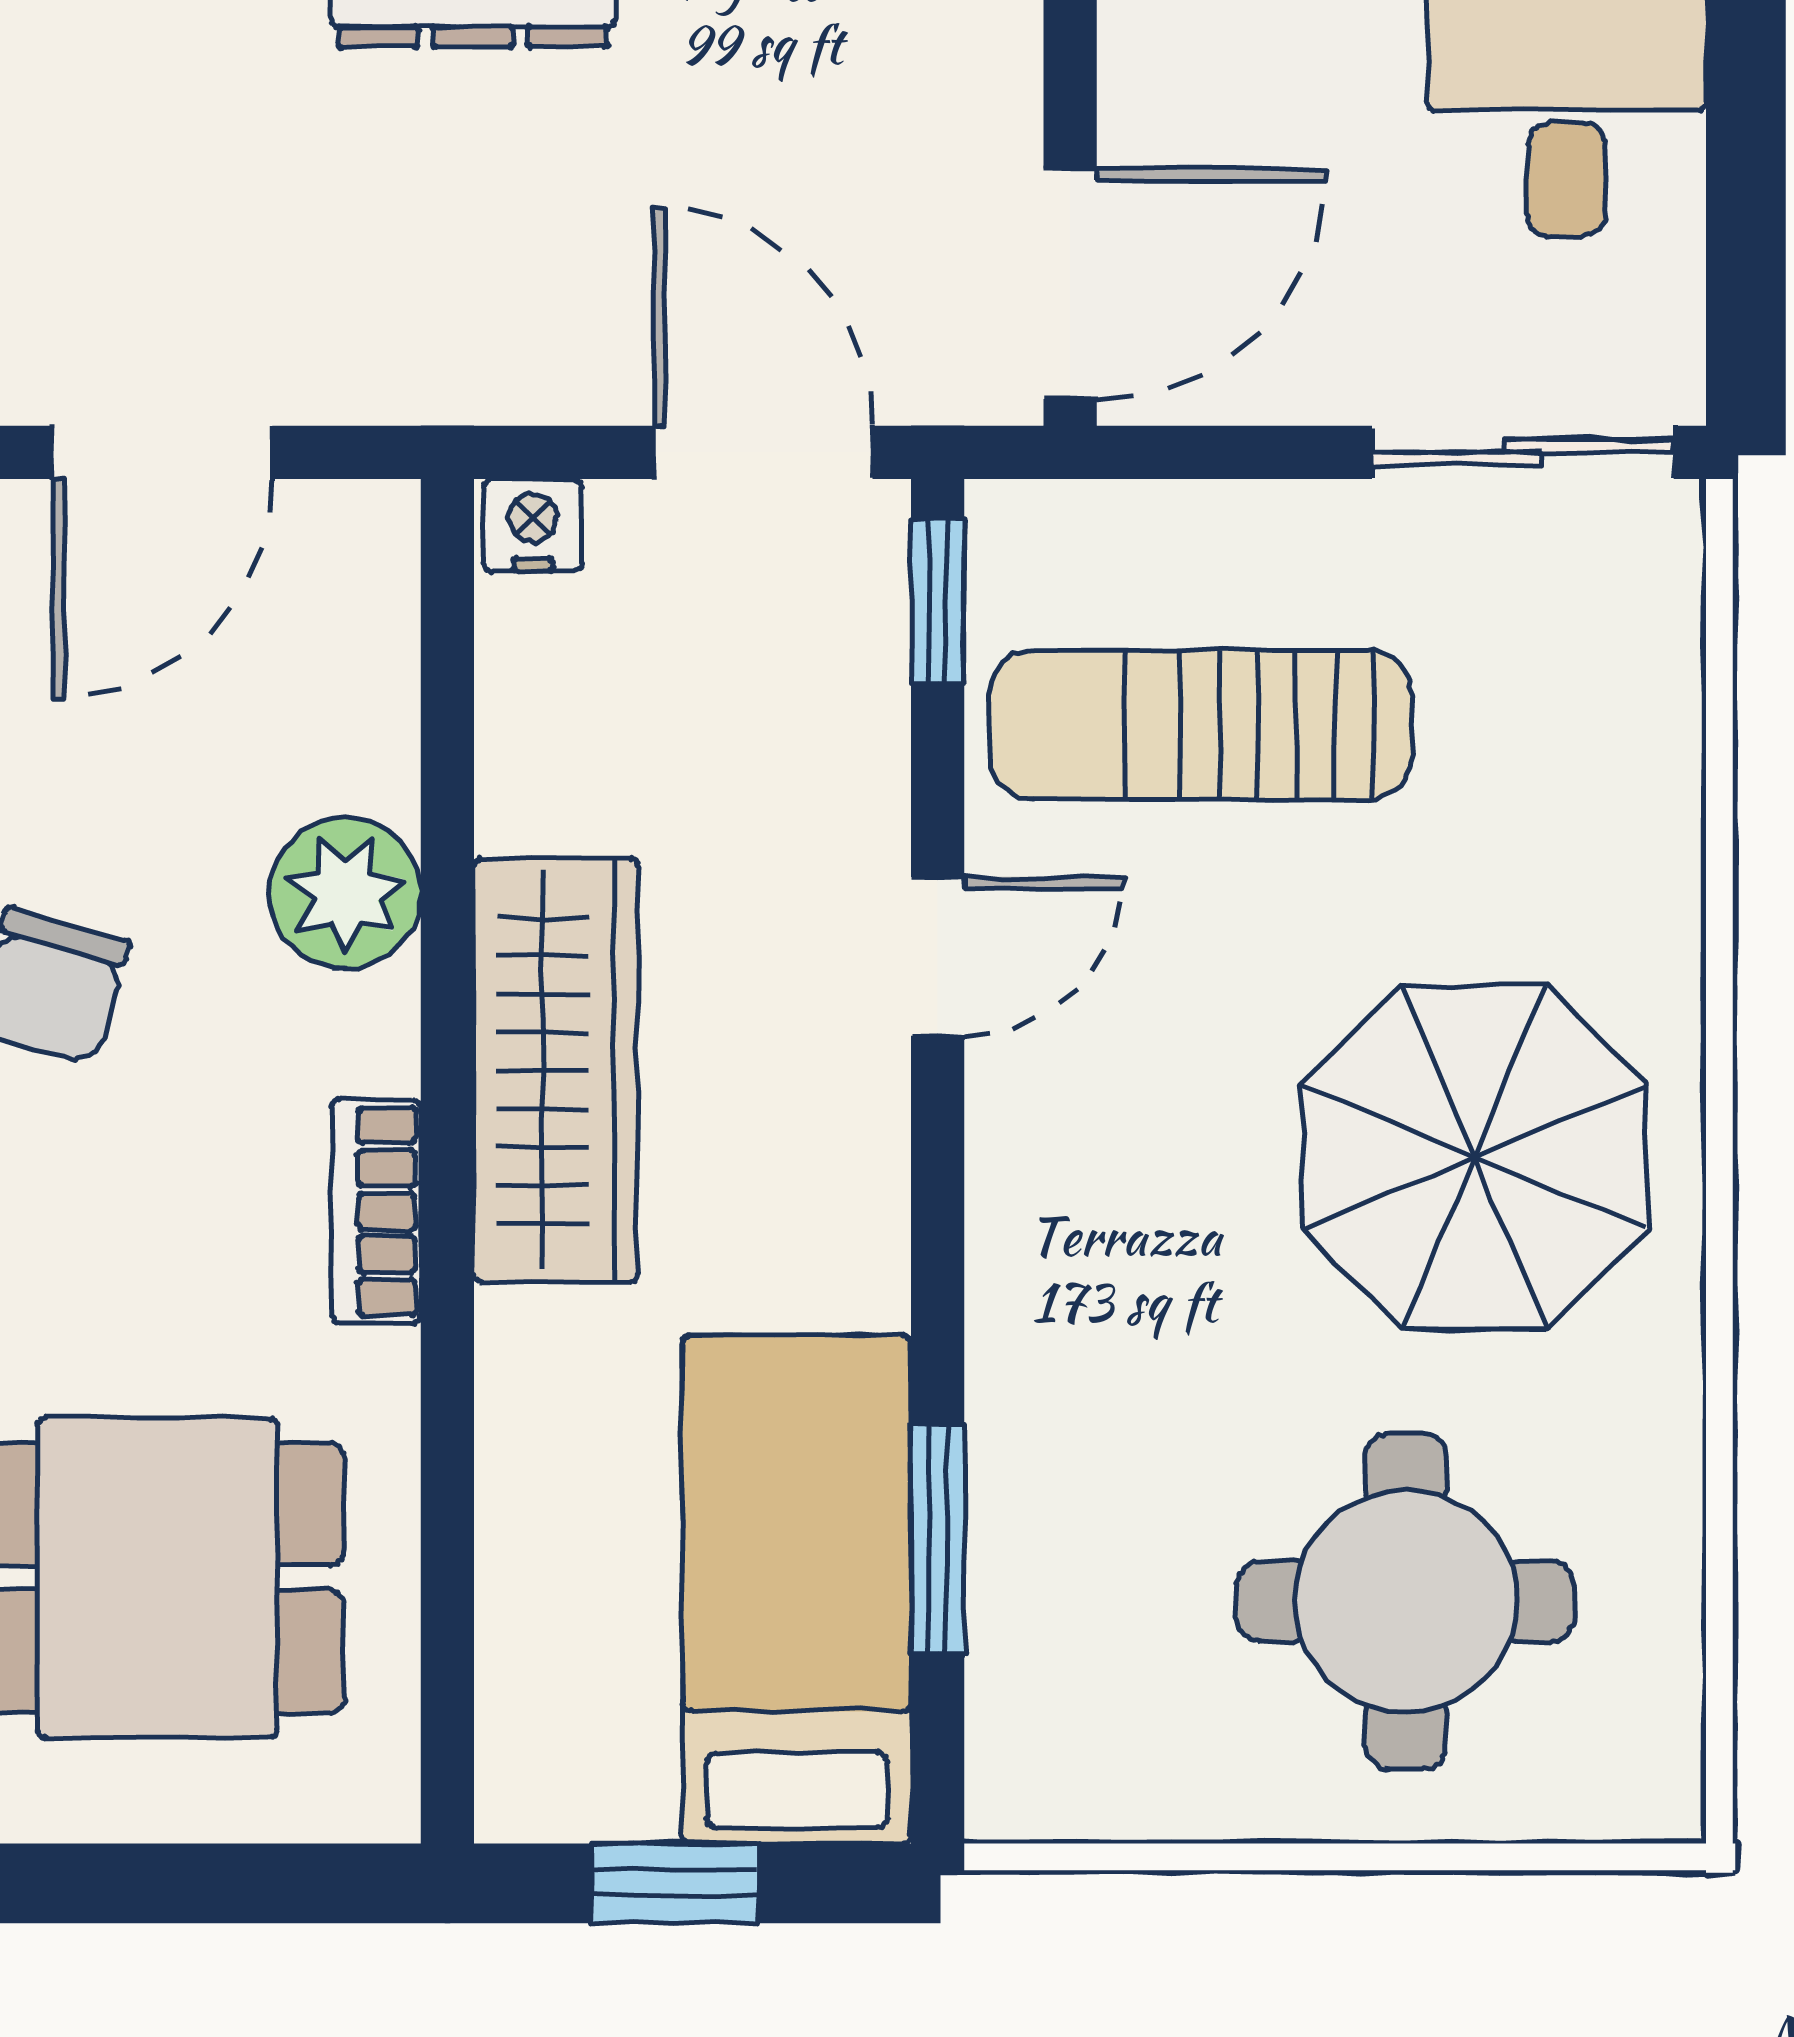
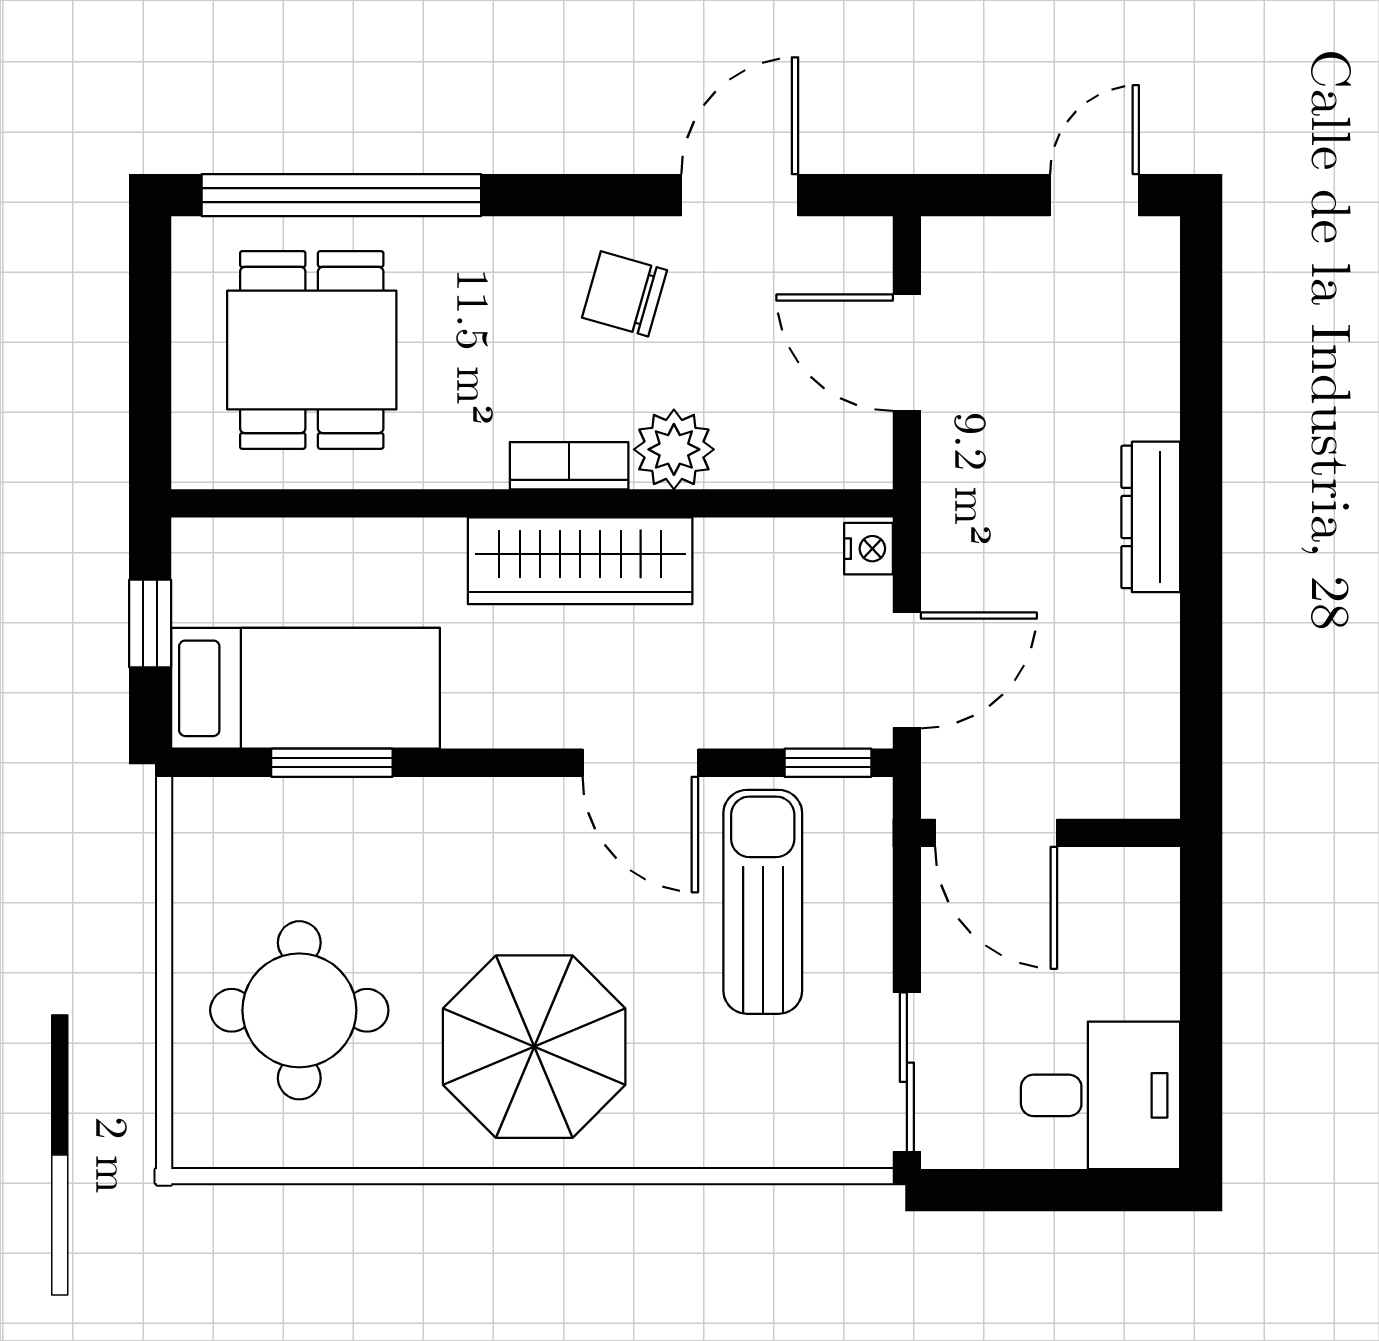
door: (938, 956) -> (640, 763), width x1.38
bookcase: (376, 1211) -> (569, 466), moved

